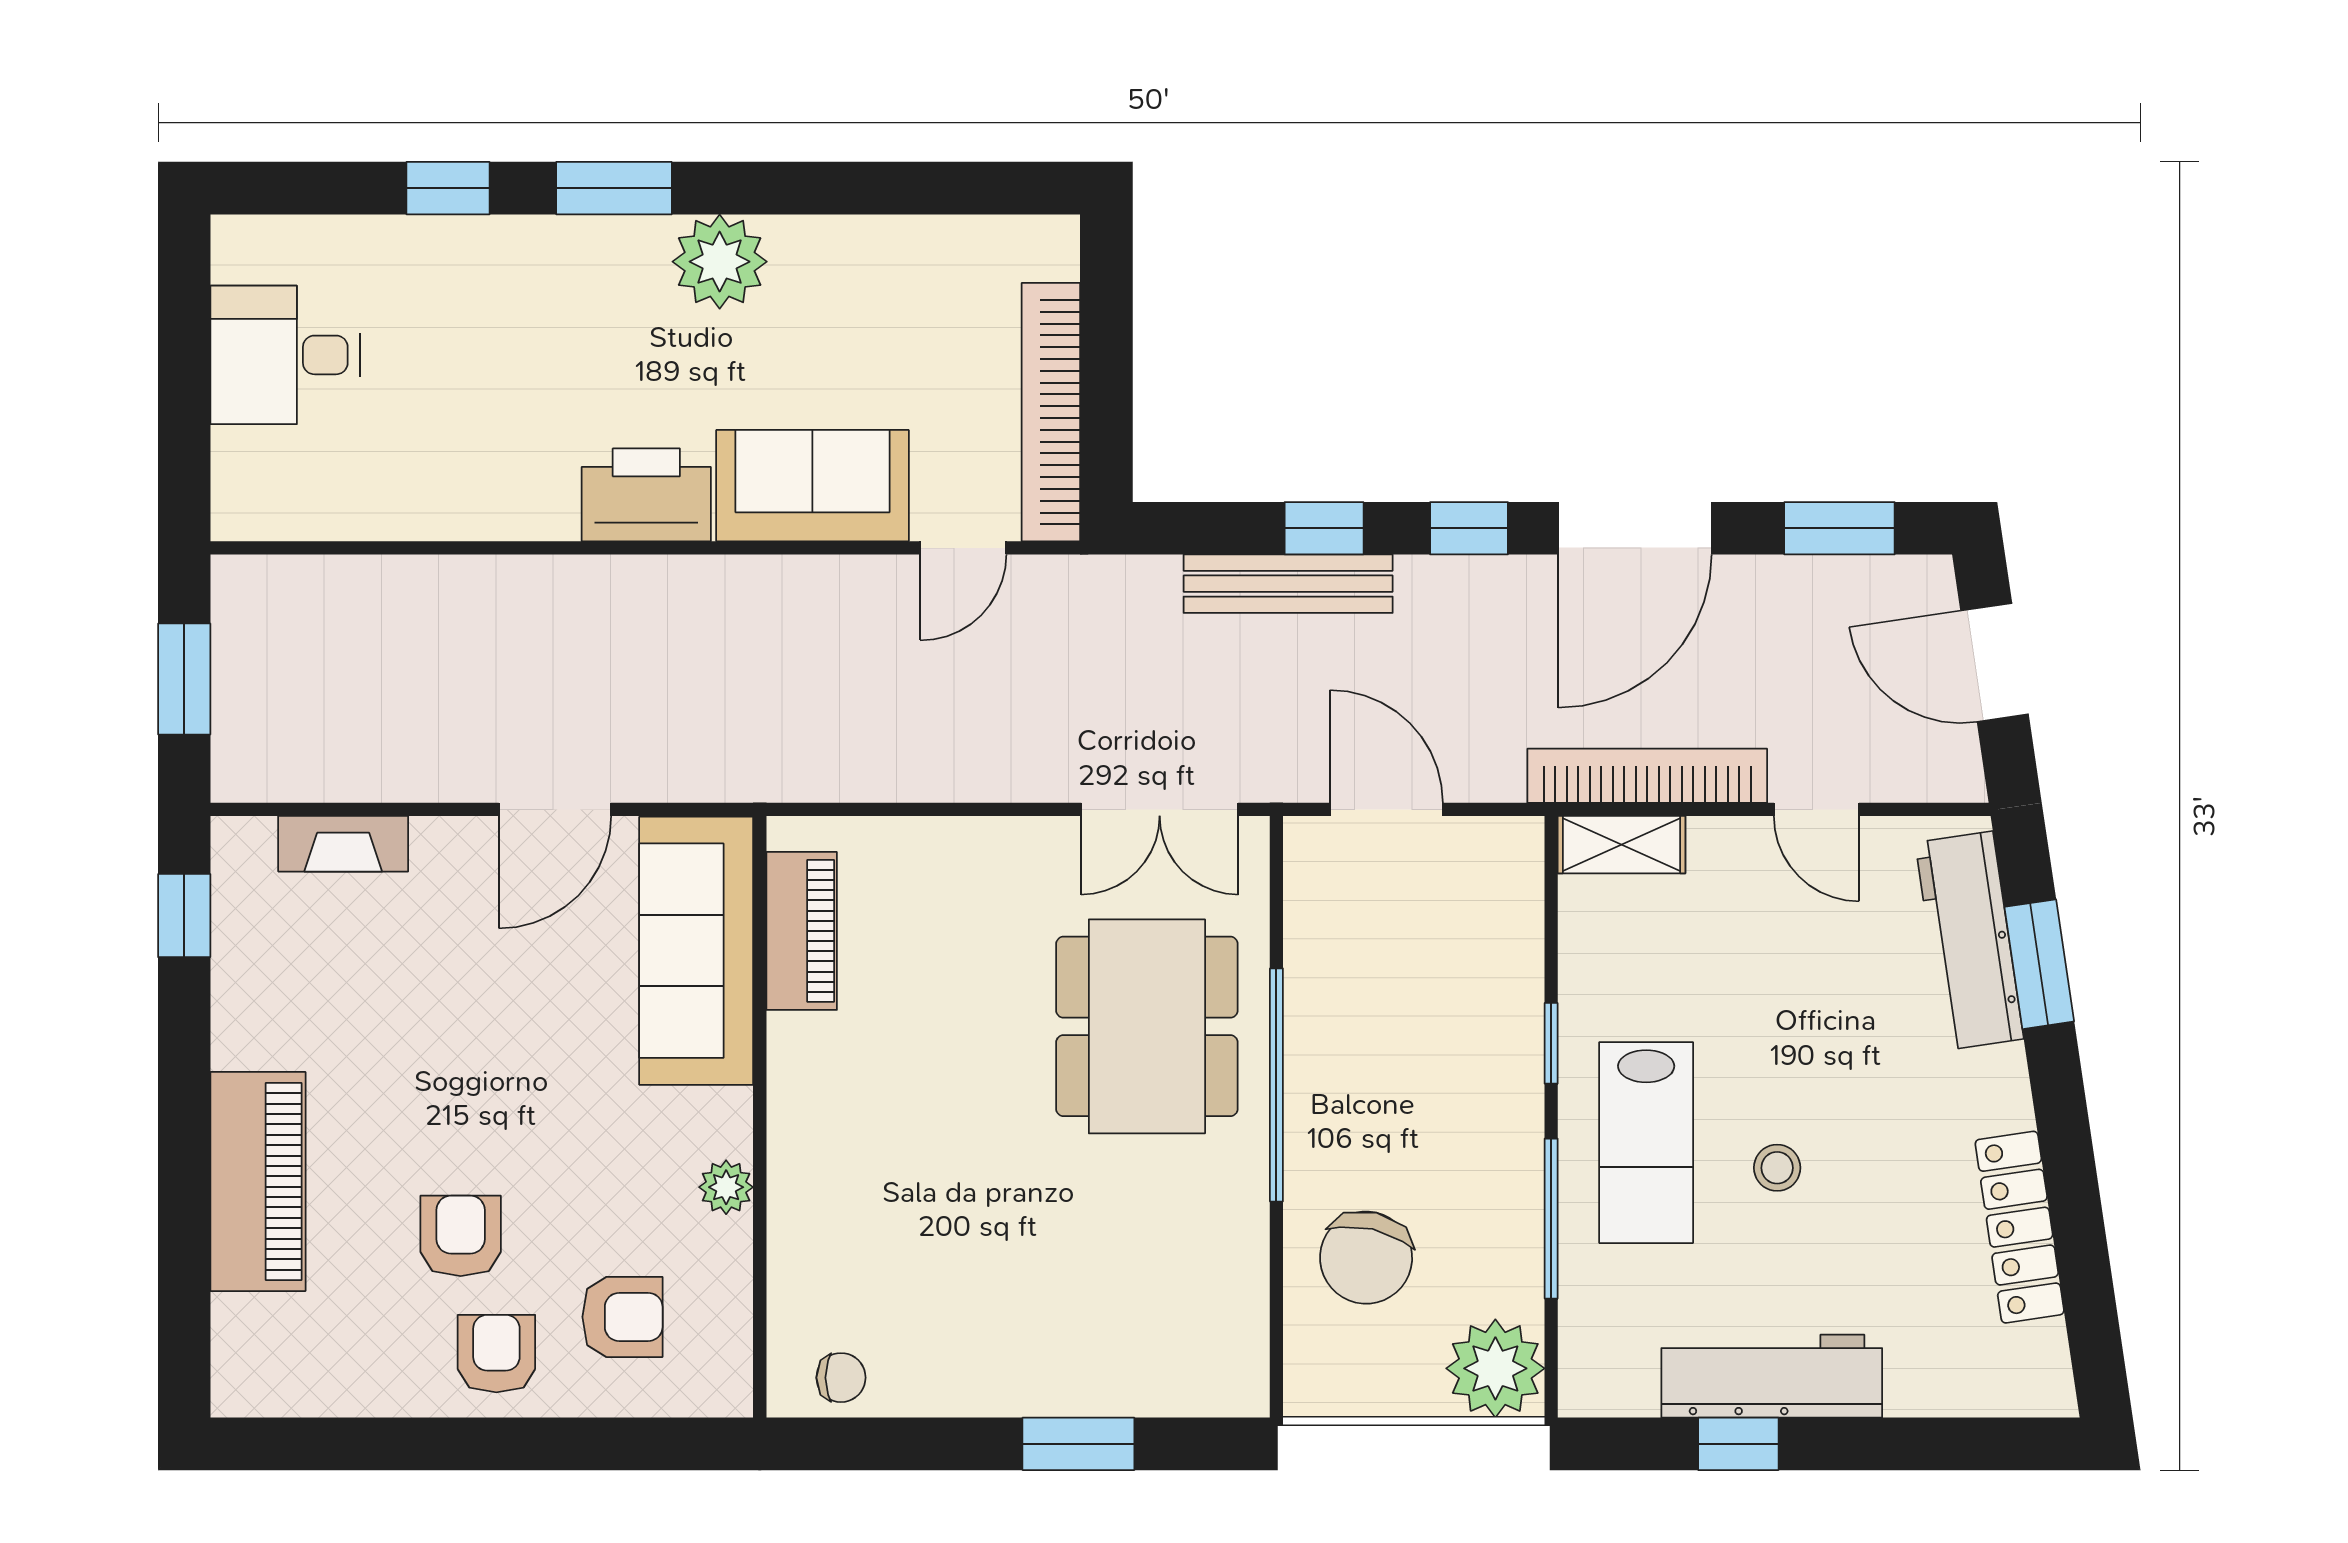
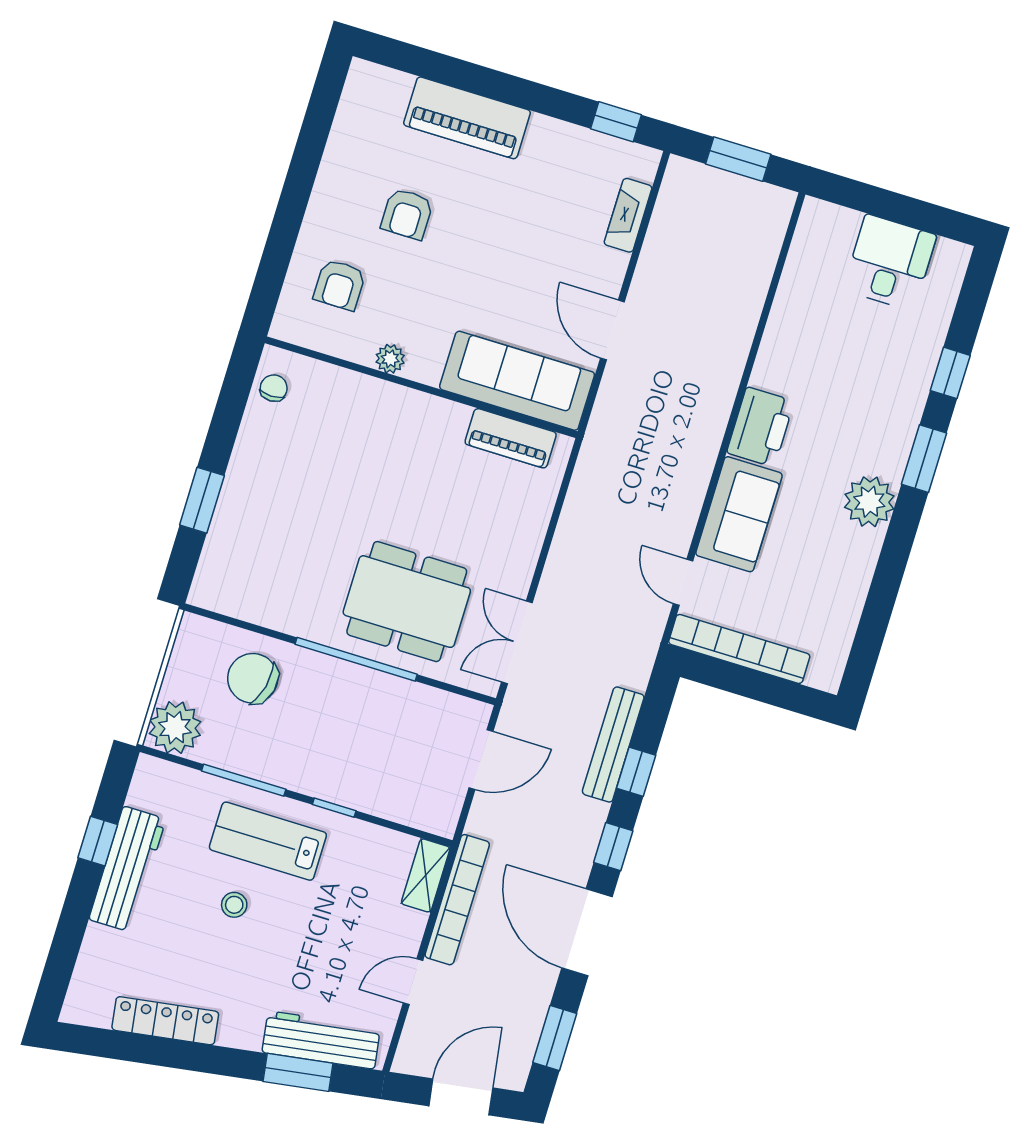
armchair: (461, 1236) -> (407, 214), turned 90
armchair: (496, 1354) -> (340, 214), removed
chair: (841, 1378) -> (274, 388), turned 180

